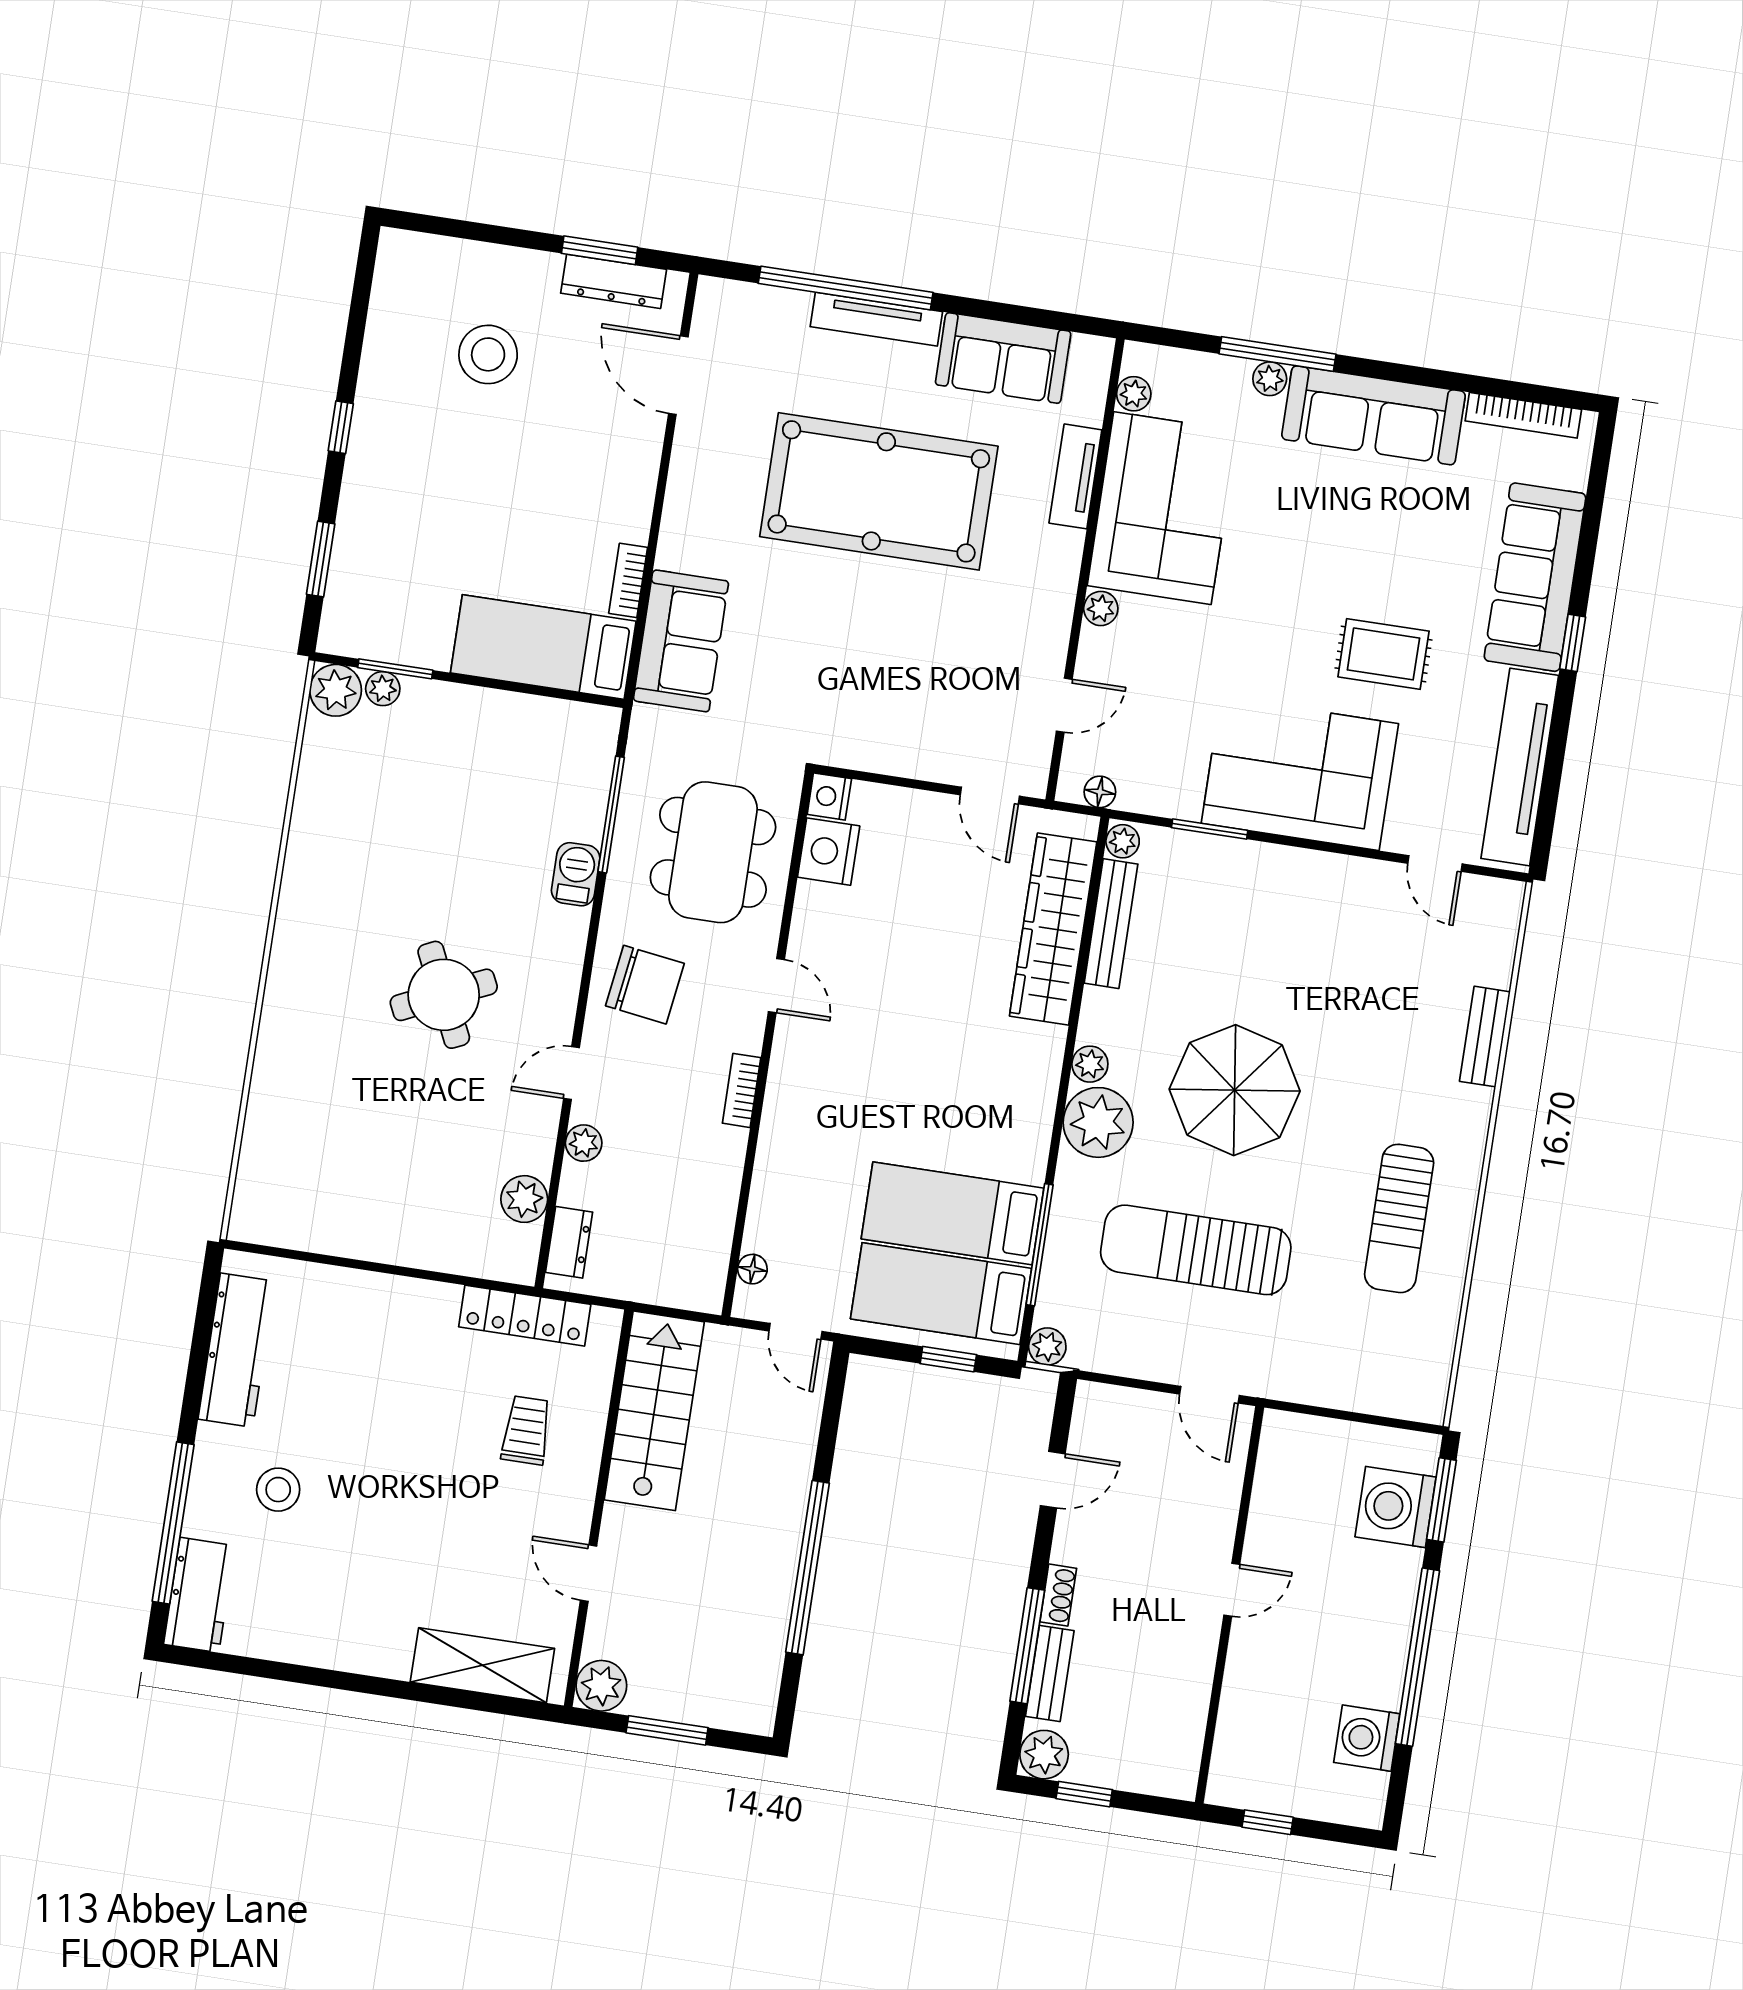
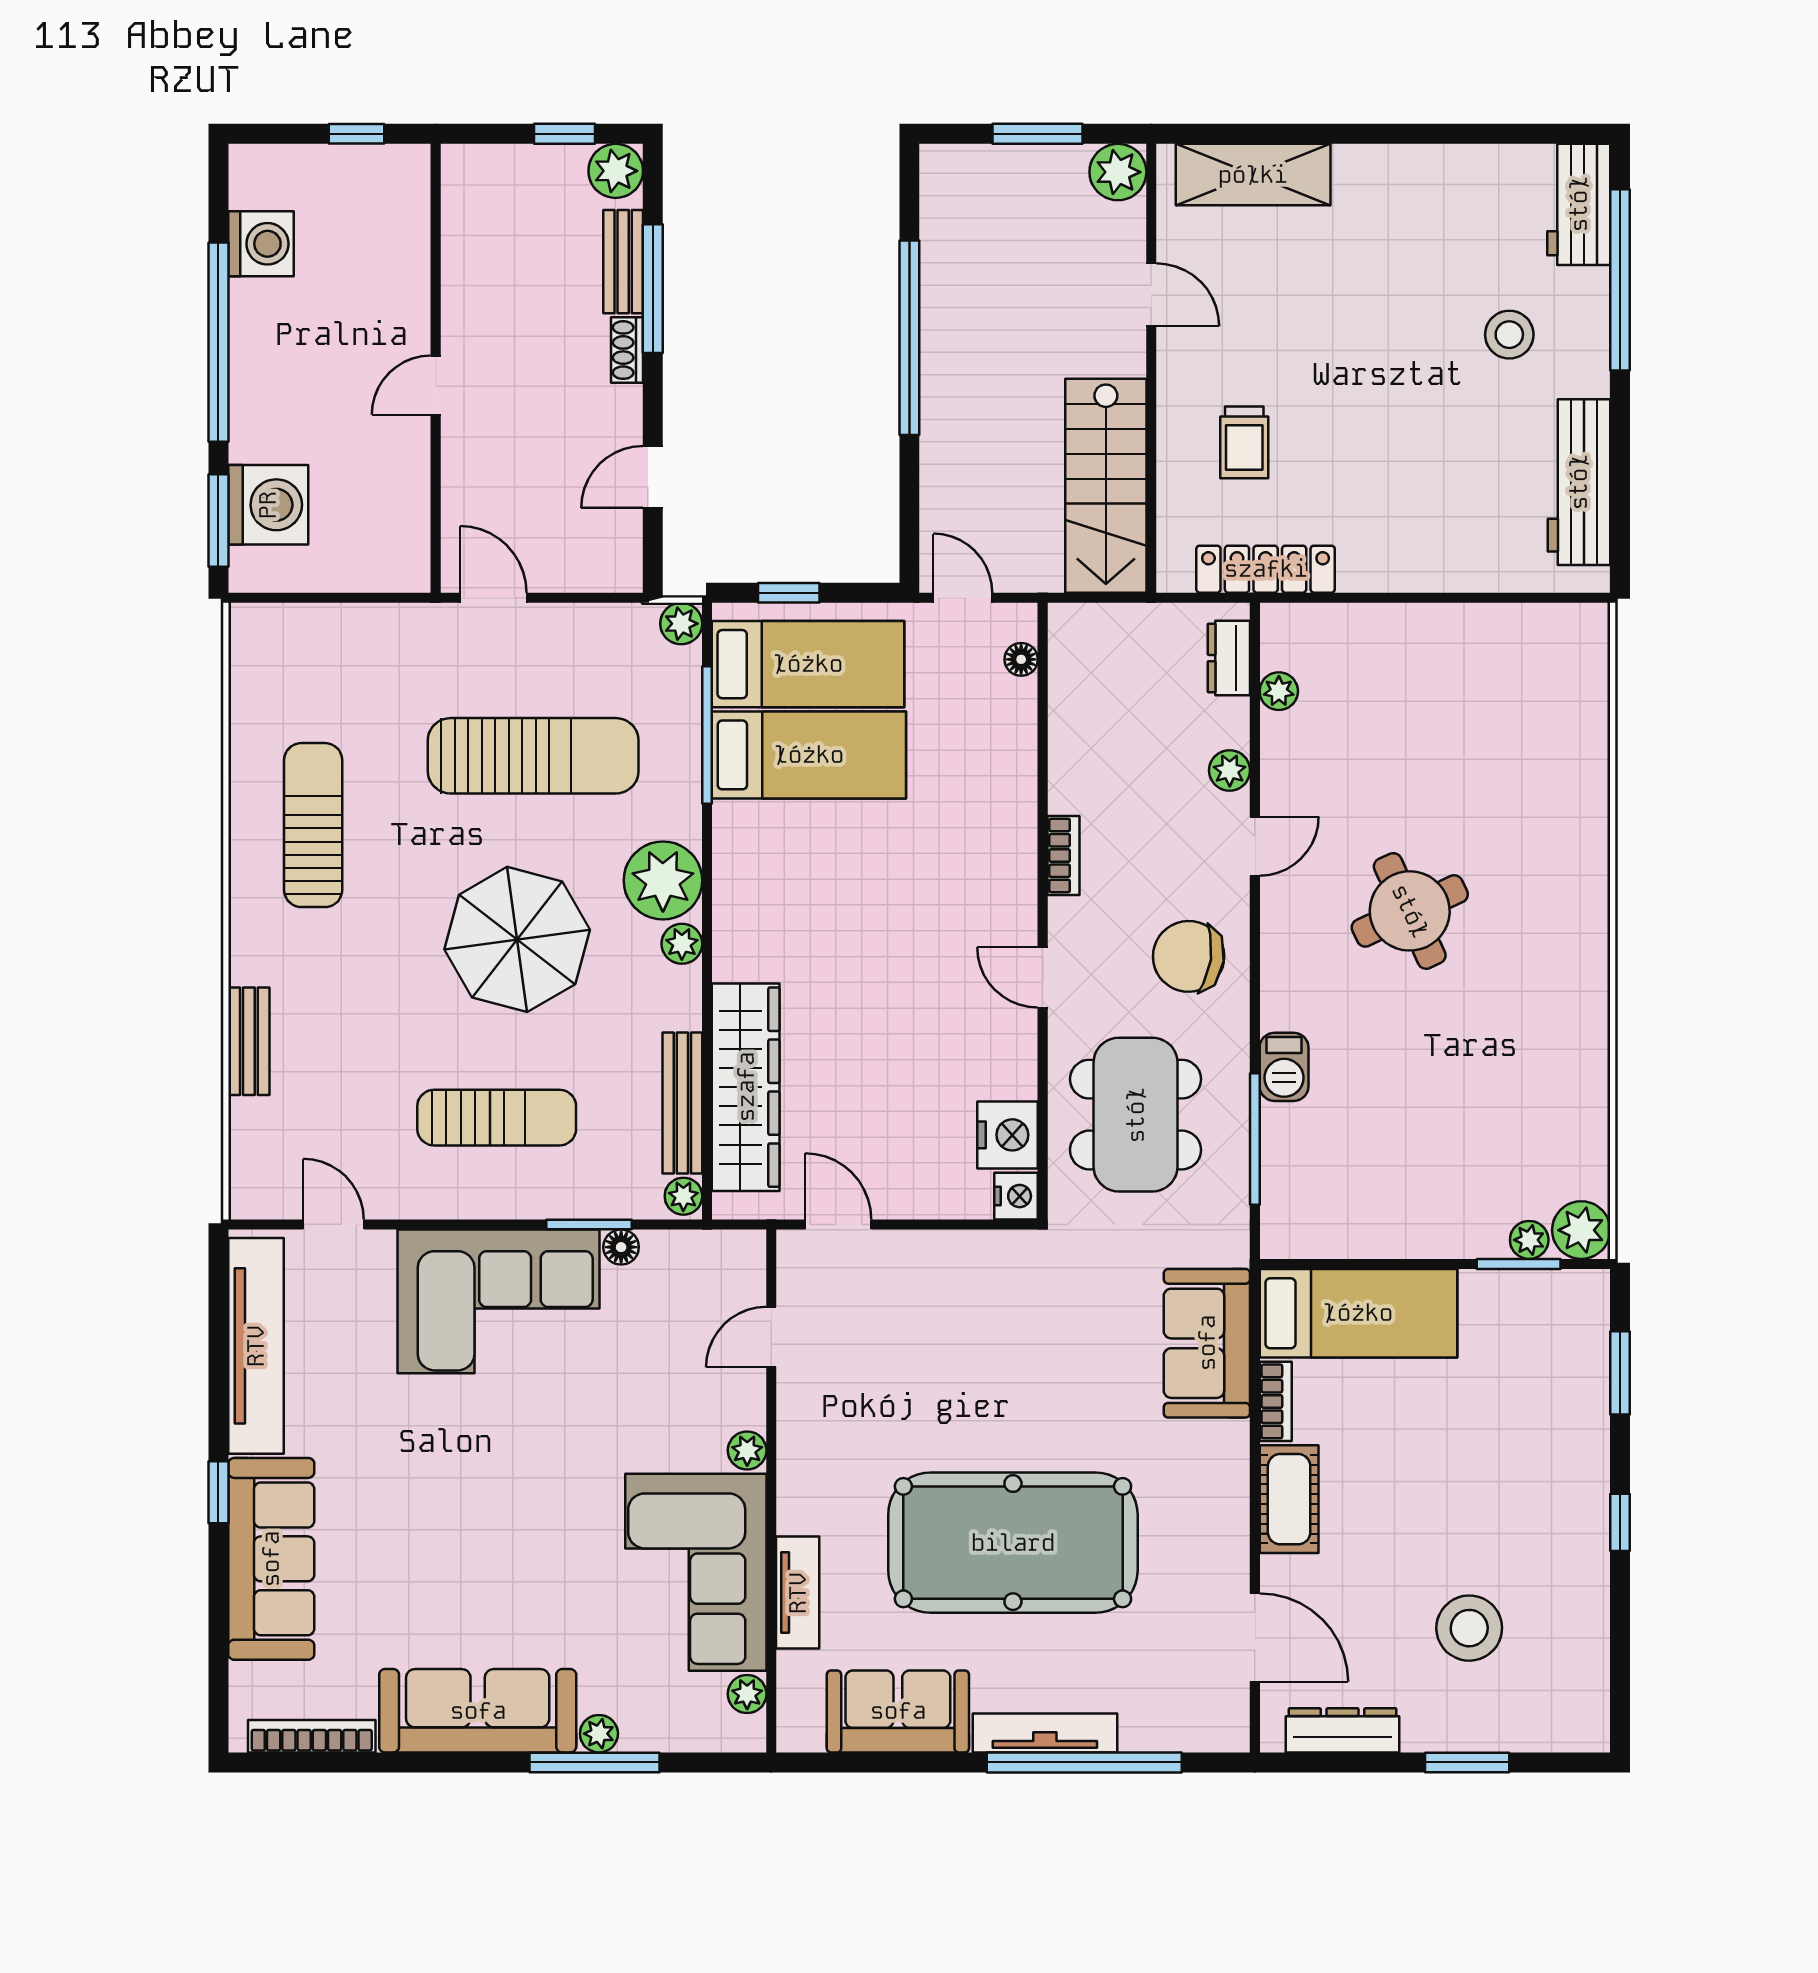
window: (600, 250) -> (1467, 1762), moved
cot: (629, 492) -> (1289, 1499), added
rug: (1383, 654) -> (426, 1448), removed
floor lamp: (1100, 792) -> (621, 1247), moved
sun lounger: (1277, 936) -> (497, 1118), added
plant: (524, 1199) -> (1279, 691), width x0.73, depth x0.73

